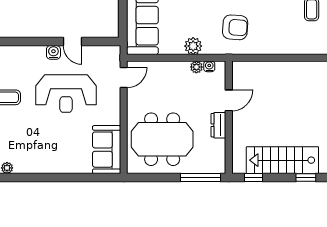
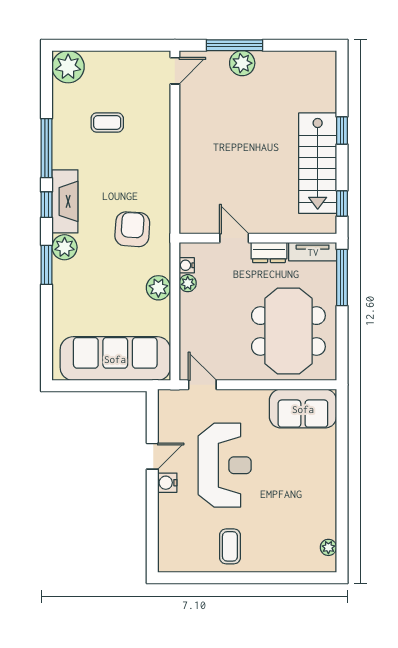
tv unit: (219, 156) -> (313, 252), added

